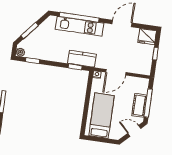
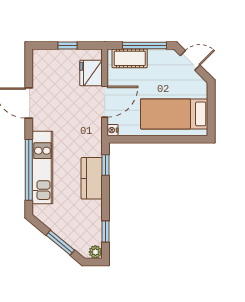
fridge: (147, 37) -> (91, 73), moved, turned 180
kitchen counter: (82, 59) -> (92, 178), moved
door: (116, 72) -> (105, 102), hinge flipped
cot: (139, 105) -> (130, 58), moved
door: (134, 131) -> (190, 60), swing flipped

